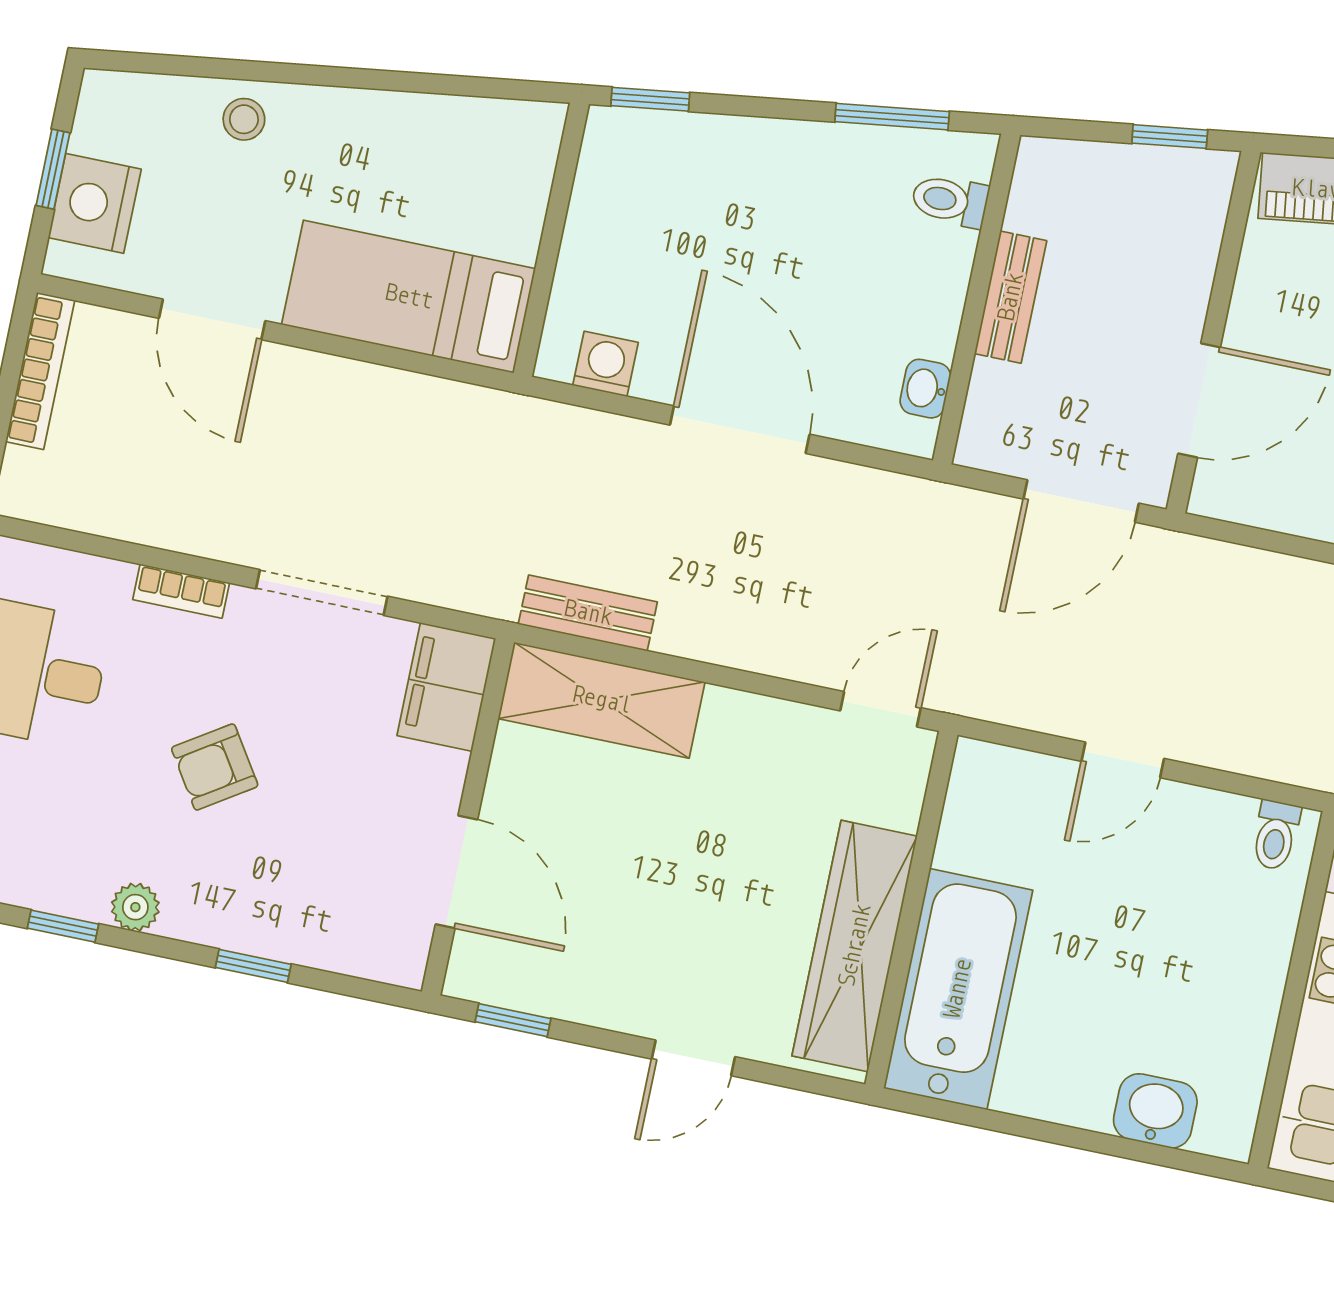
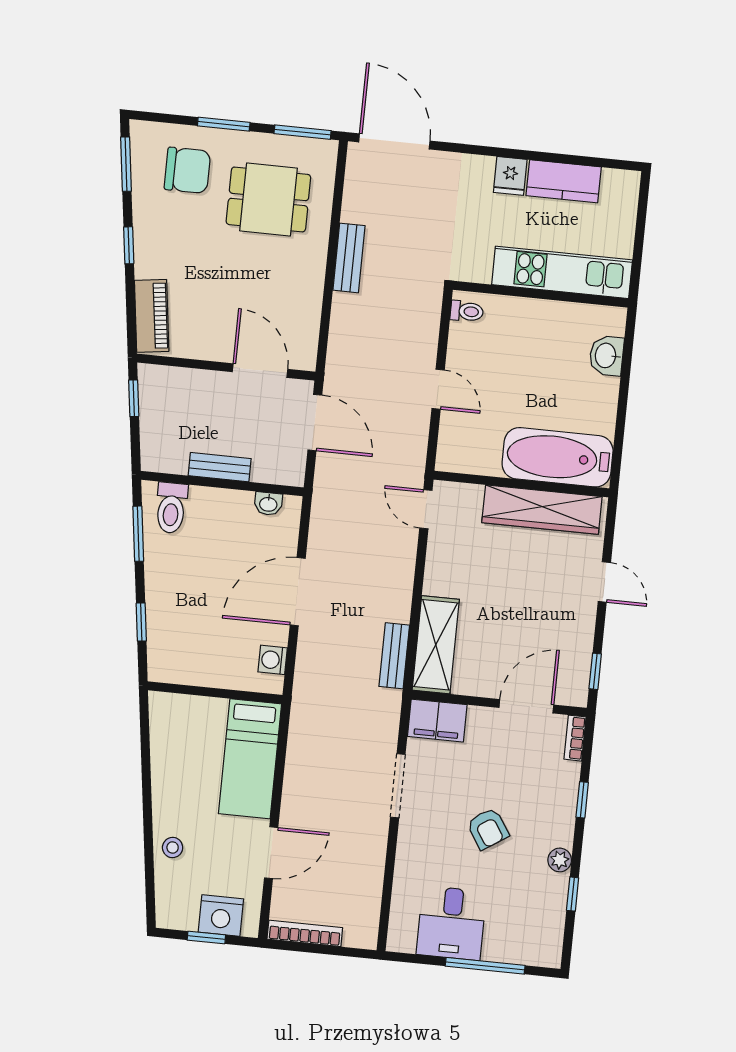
window: (650, 99) -> (141, 622), moved
toilet: (950, 201) -> (171, 508), width x1.37, depth x1.39
bookcase: (181, 591) -> (575, 738), moved, turned 180

